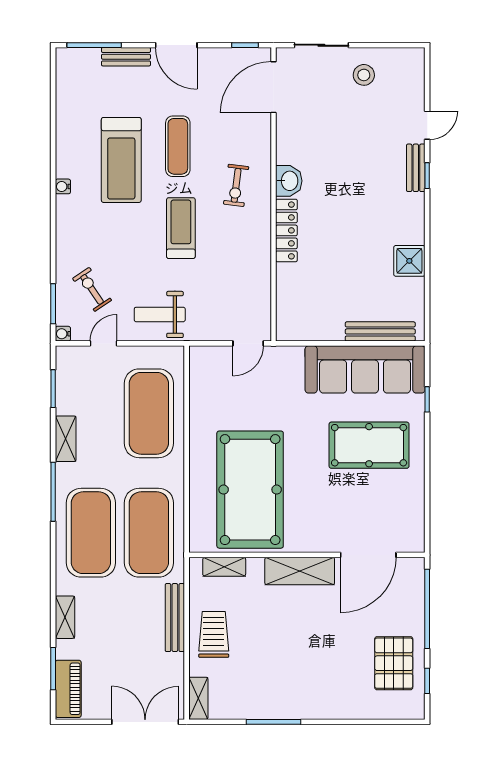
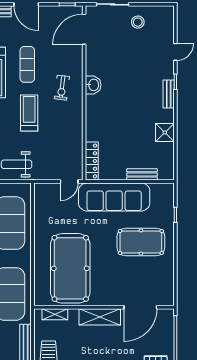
bench: (416, 168) -> (169, 94), moved
locker: (286, 230) -> (92, 161), moved
bench: (380, 331) -> (142, 174), width x0.73
sofa: (365, 369) -> (114, 197), moved

